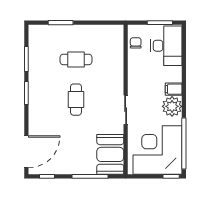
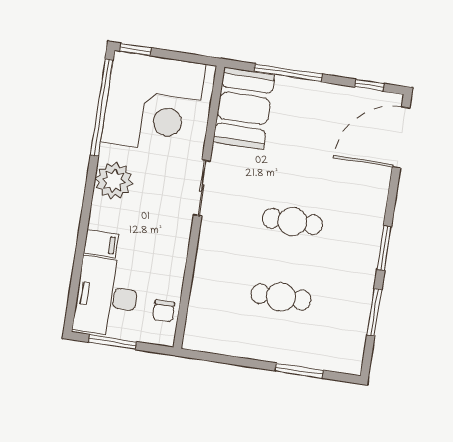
filing cabinet: (174, 89) -> (101, 244), moved
cafe table: (76, 100) -> (292, 221), turned 90

